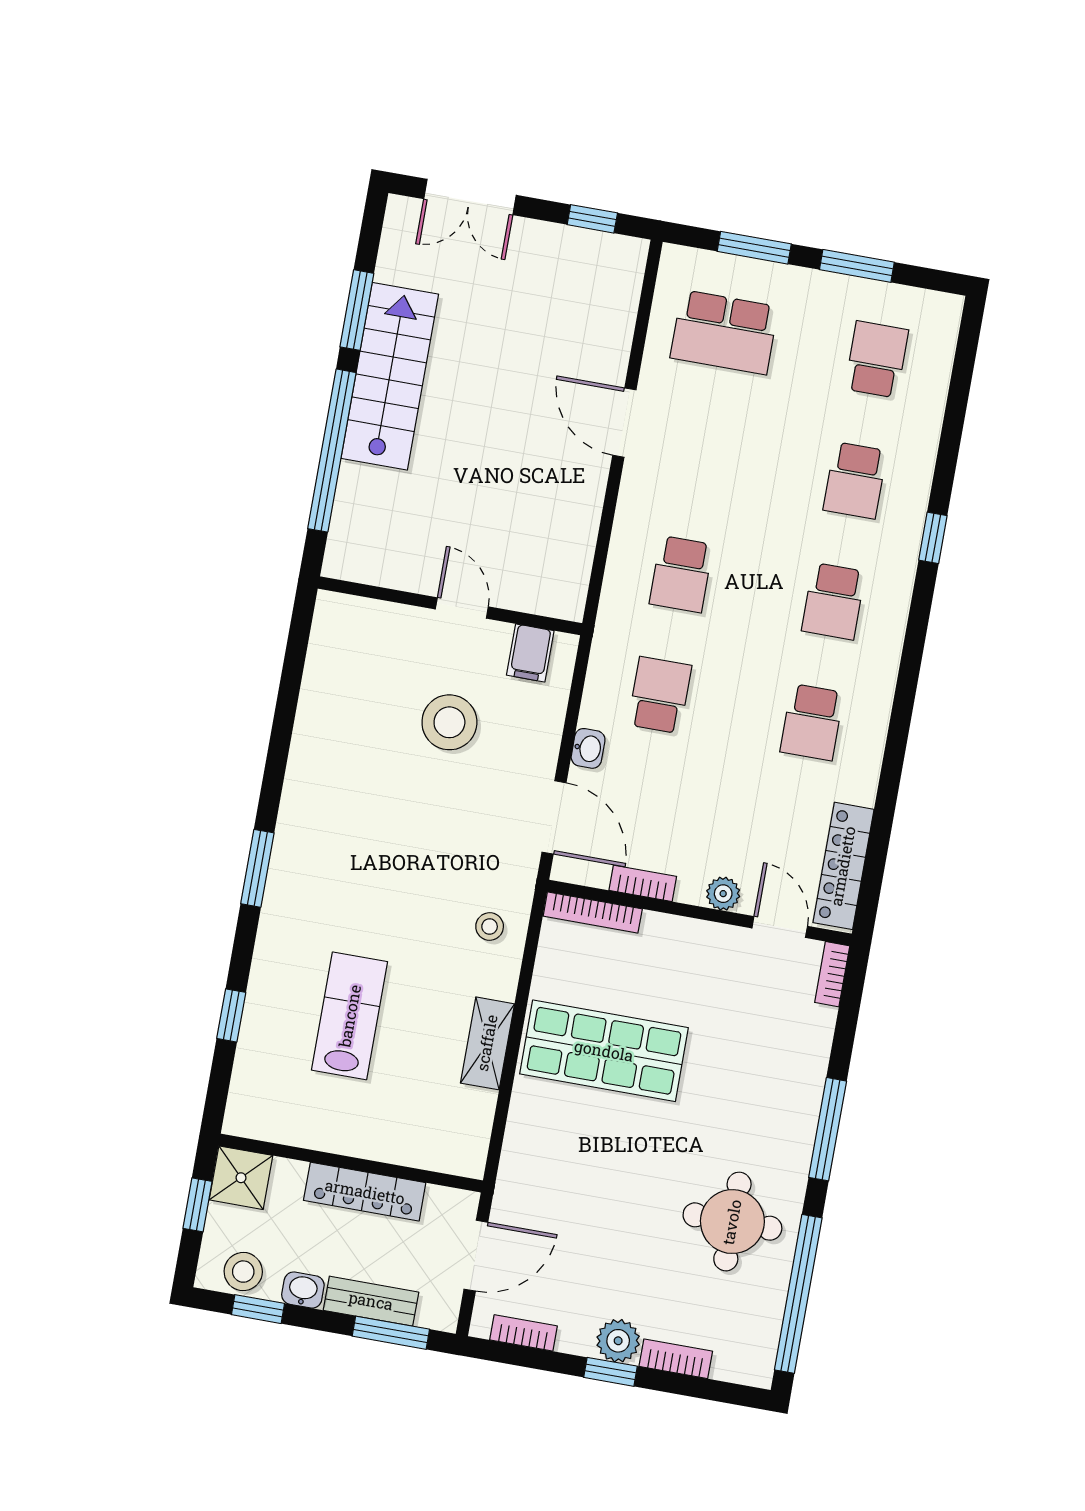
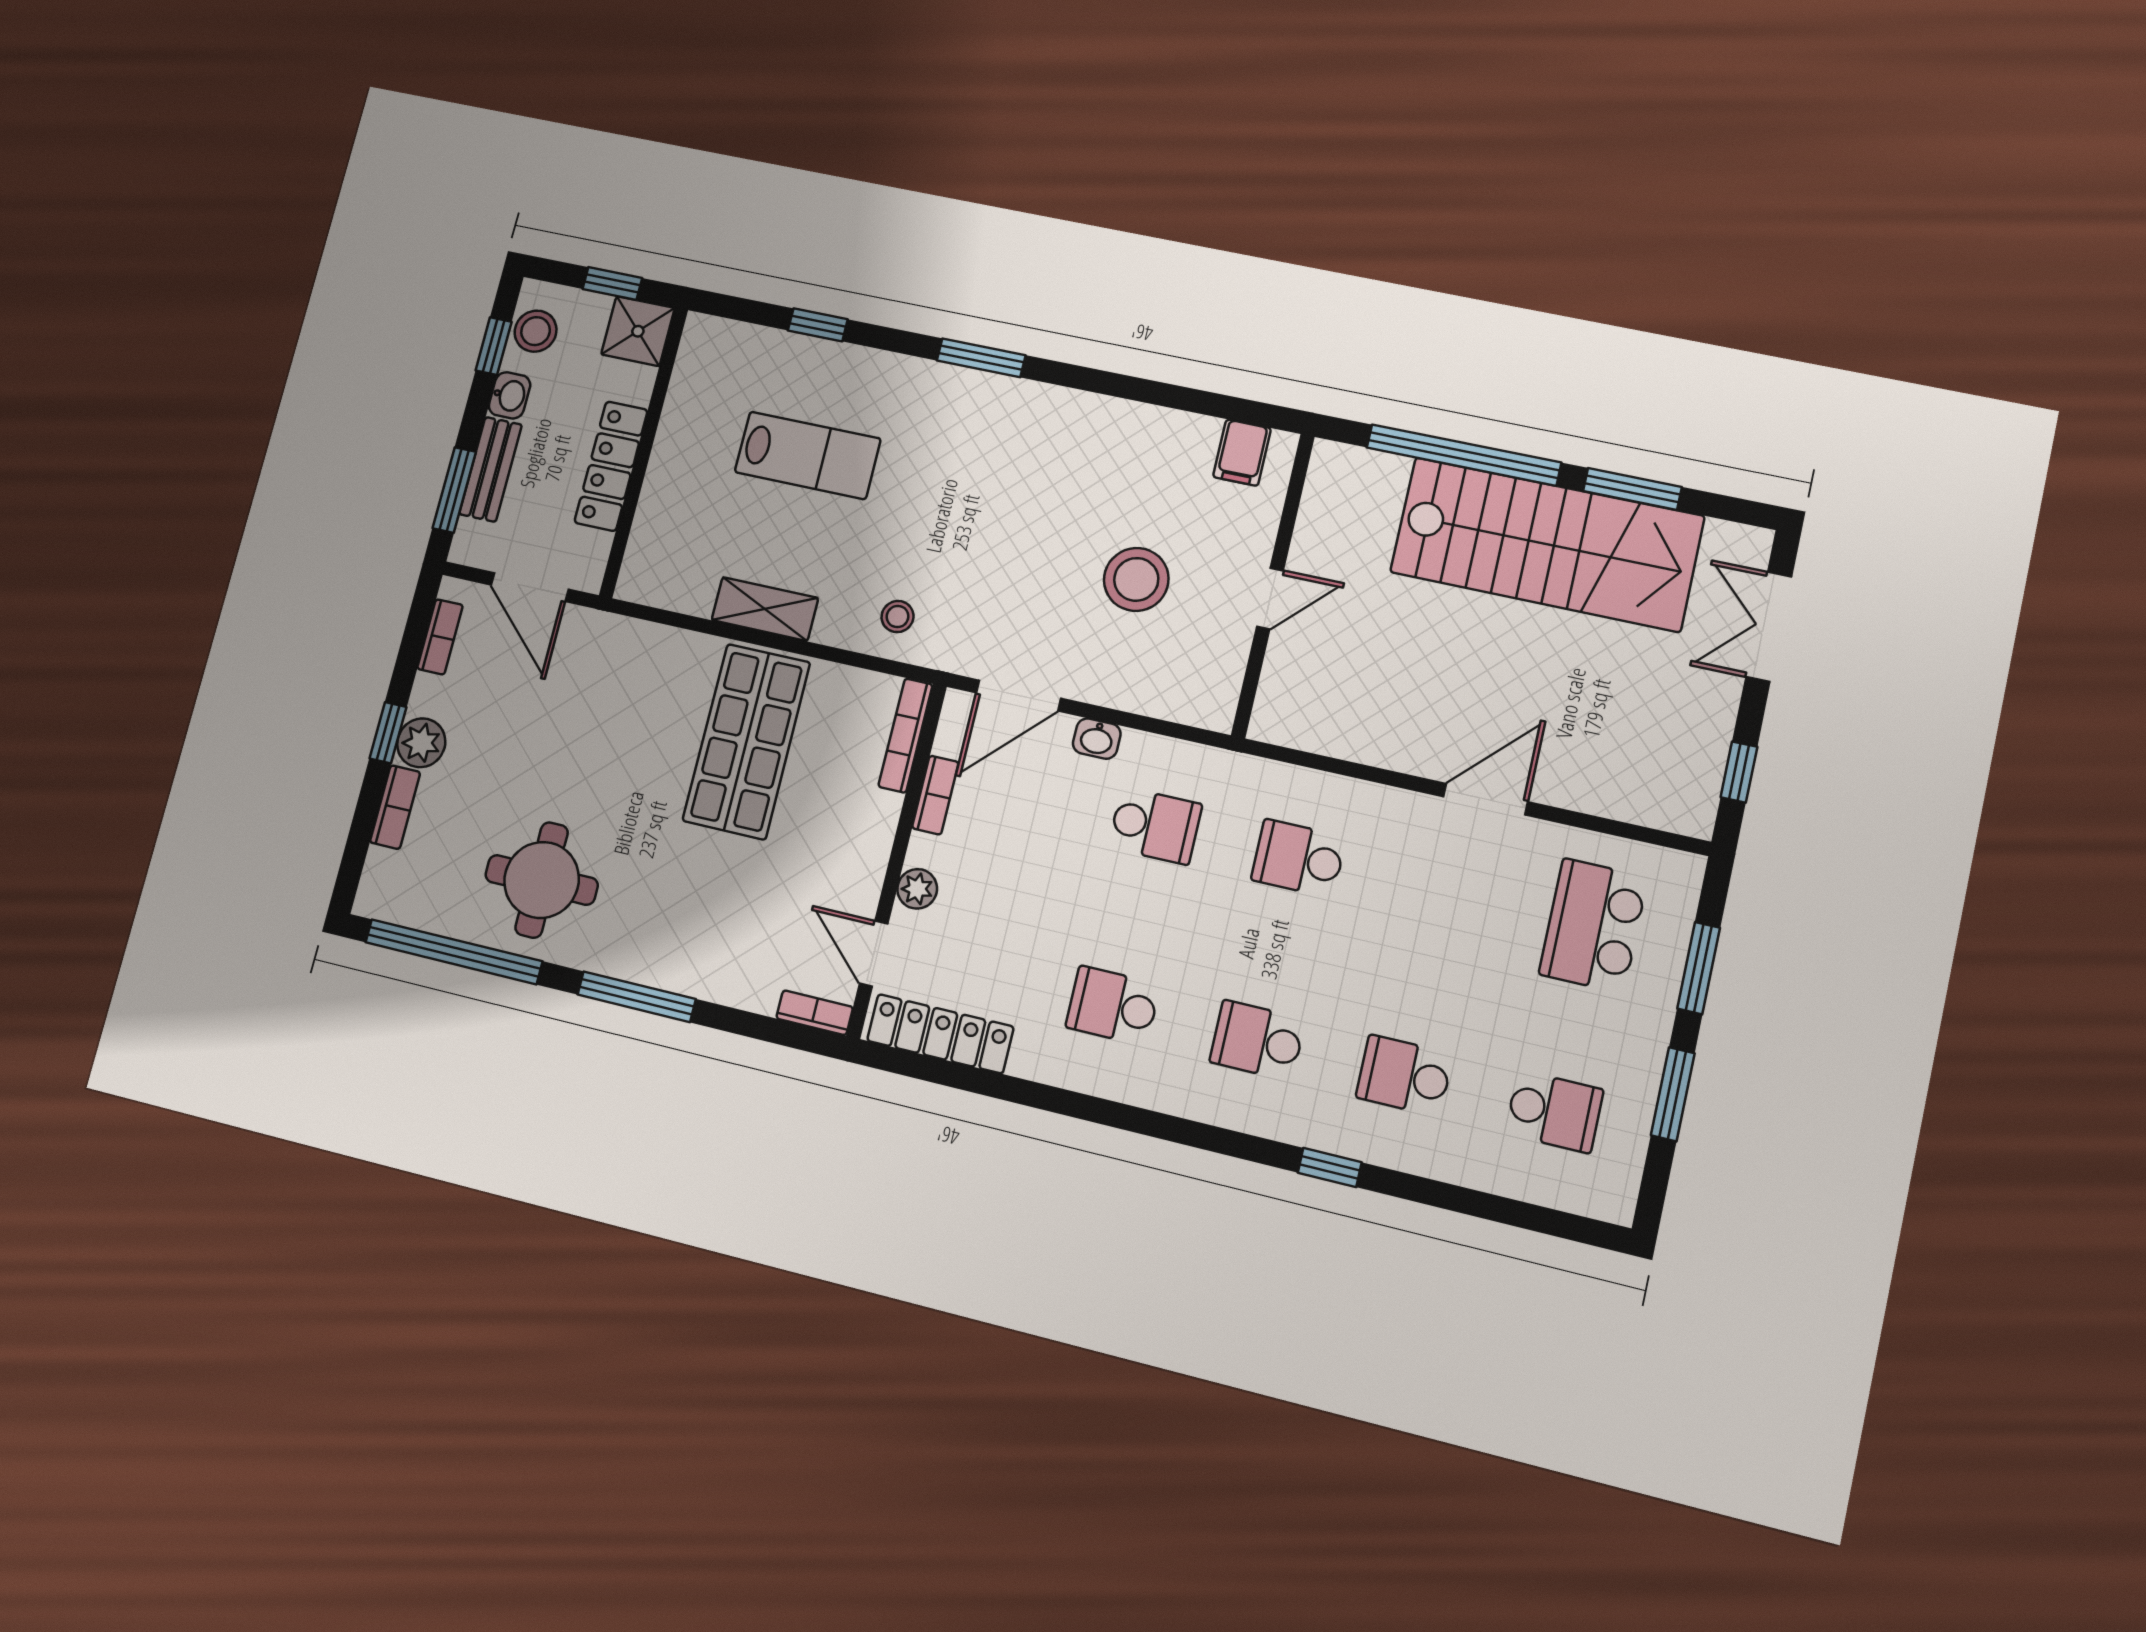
stairs: (390, 376) -> (1547, 544), width x1.36, depth x1.51
filing cabinet: (530, 653) -> (1242, 453), moved, turned -90
door: (780, 927) -> (874, 954), swing flipped

